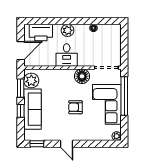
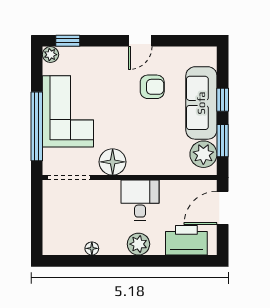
armchair: (75, 107) -> (152, 87), moved
window: (37, 144) -> (68, 41), moved
door: (66, 144) -> (140, 41), swing flipped

